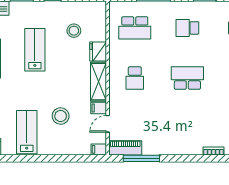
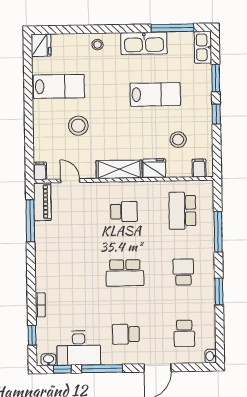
school desk: (135, 78) -> (124, 212), turned 180
school desk: (187, 78) -> (125, 273), turned 90
filing cabinet: (99, 108) -> (199, 168), moved

